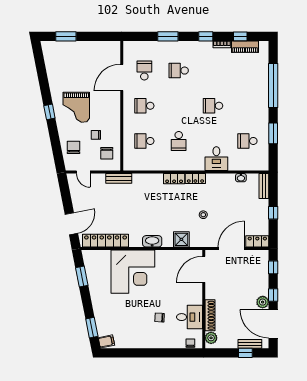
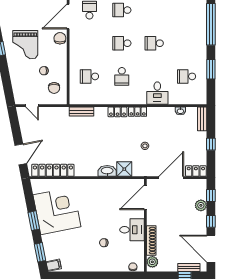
school desk: (144, 106) -> (122, 43), moved
chair: (74, 147) -> (60, 38), moved
bench: (119, 178) -> (81, 112), moved
washbasin: (152, 241) -> (107, 171), moved
corner desk: (133, 272) -> (57, 211), moved, turned -101
window: (82, 277) -> (34, 221), moved
plant: (263, 302) -> (201, 205), moved
desk: (190, 317) -> (132, 230), moved

